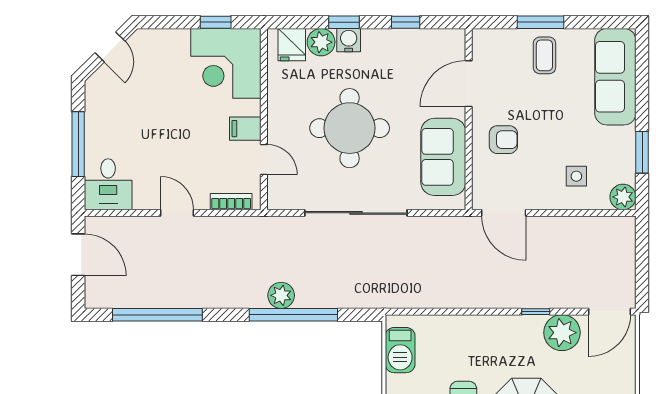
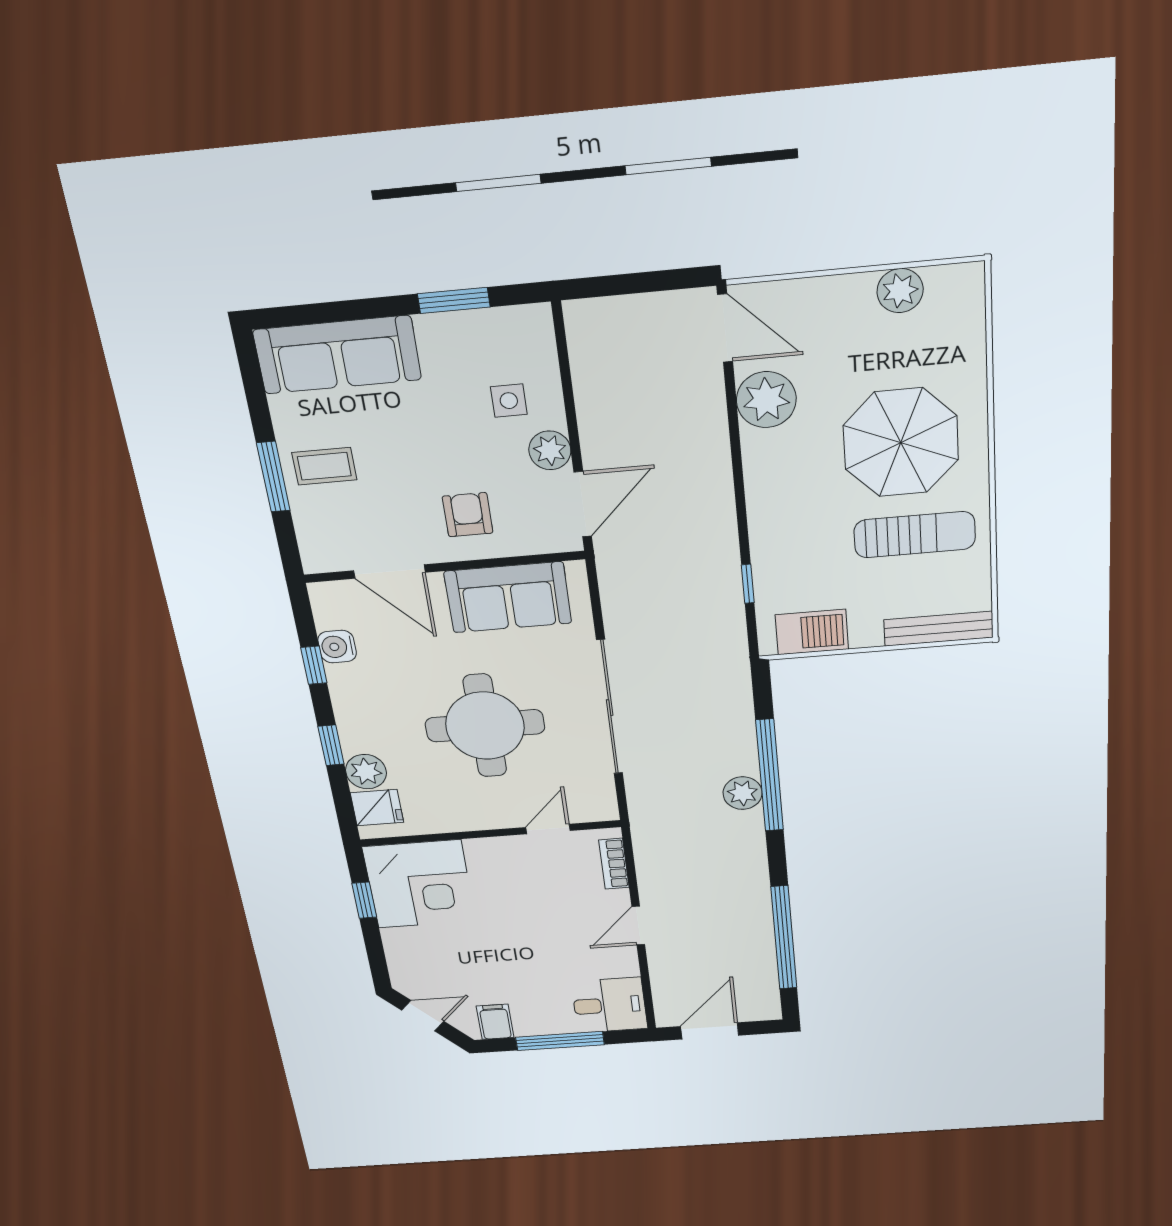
water cooler: (349, 40) -> (337, 647), moved
filing cabinet: (245, 129) -> (495, 1022), moved, turned 180
plant: (623, 197) -> (550, 450), moved
window: (536, 312) -> (748, 584), moved

